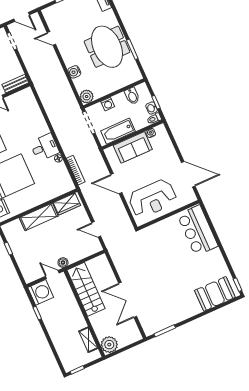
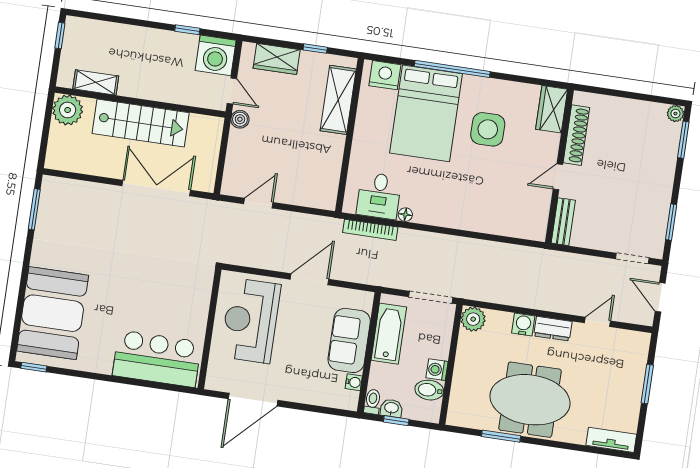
door: (22, 17) -> (660, 297), hinge flipped
dresser: (68, 57) -> (553, 329), added
washing machine: (108, 104) -> (437, 370), moved
desk: (45, 147) -> (379, 196), moved
wardrobe: (67, 204) -> (277, 59), moved, turned -90
shelving: (39, 217) -> (338, 100), moved
door: (52, 275) -> (232, 91), hinge flipped
stairs: (86, 289) -> (141, 123), moved
booth: (215, 294) -> (53, 313), width x1.36, depth x1.42
double door: (128, 300) -> (156, 188), moved

